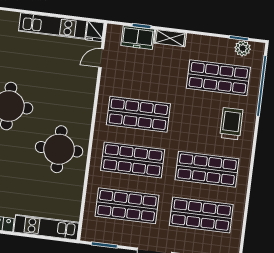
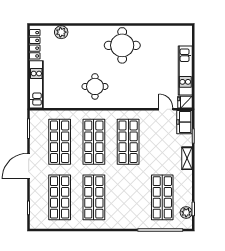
freezer: (138, 37) -> (185, 122), moved
trolley: (231, 124) -> (130, 211), removed
round table: (59, 149) -> (95, 86), width x0.73, depth x0.73

